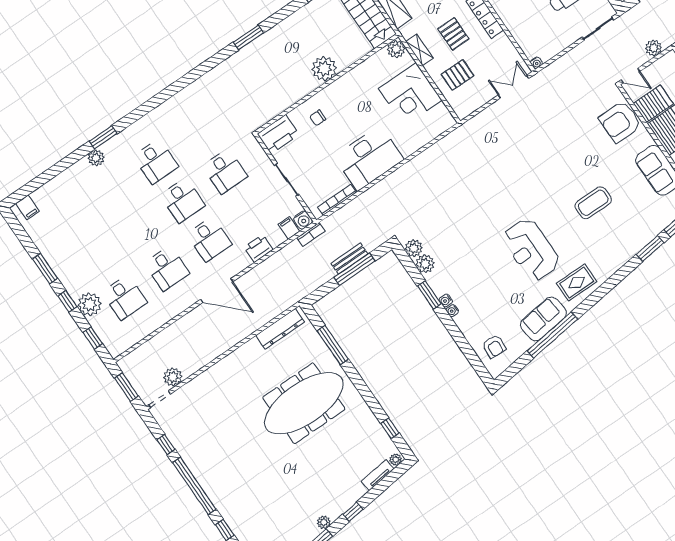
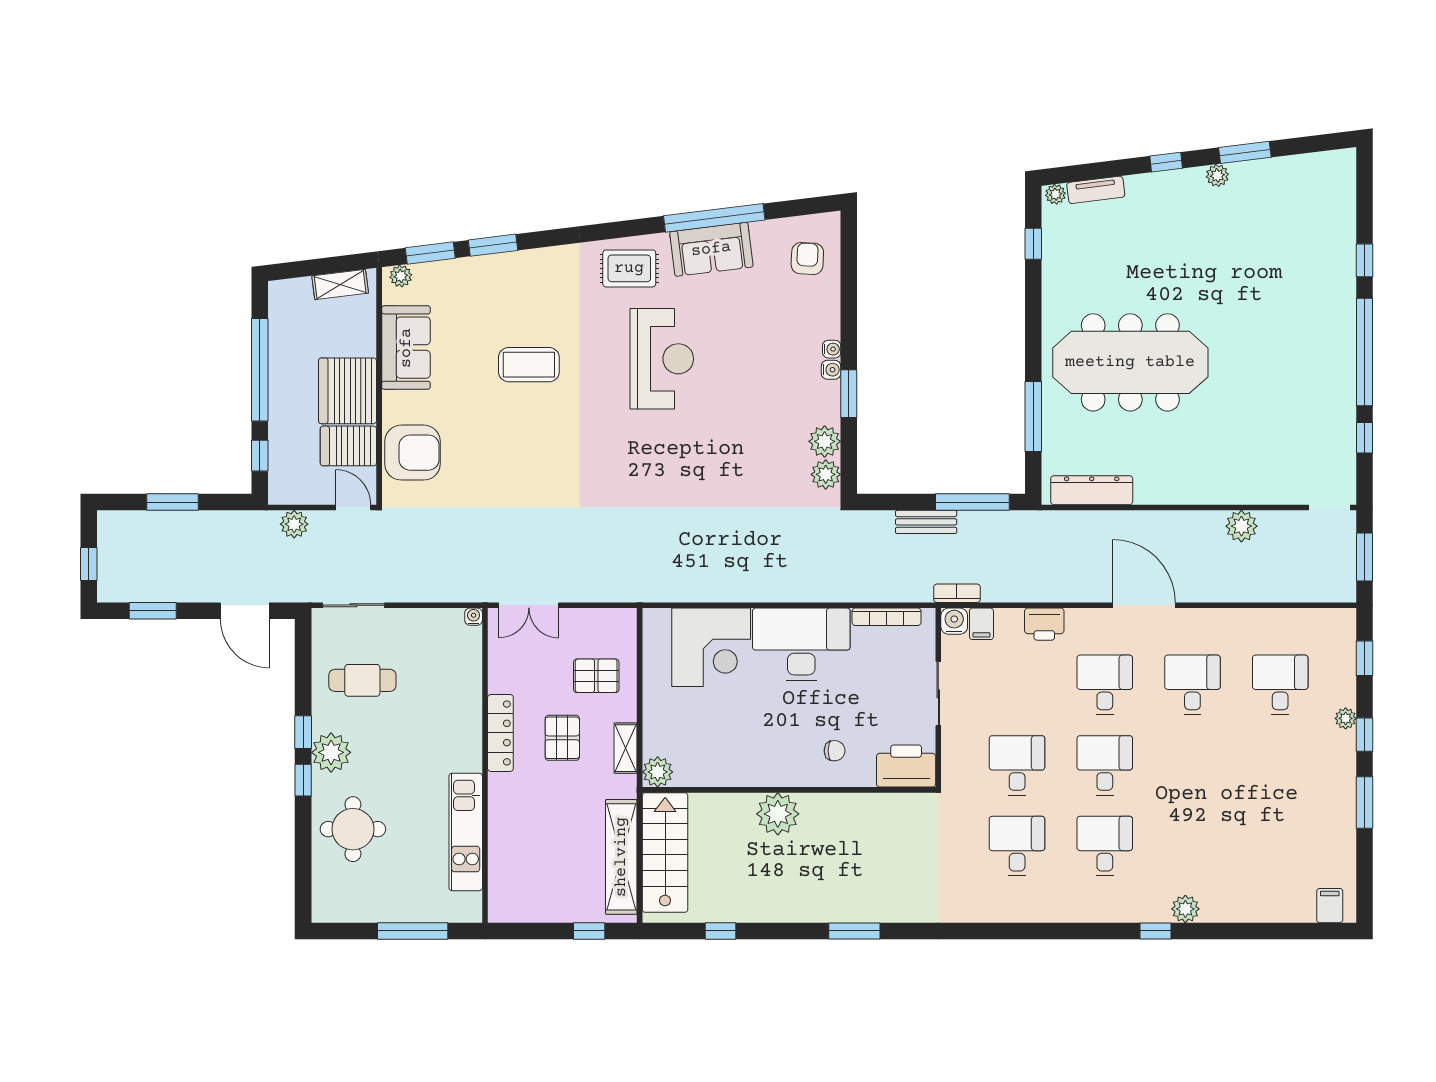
corner desk: (410, 94) -> (711, 647), moved, turned 90
desk: (198, 132) -> (1017, 846), added
window: (103, 137) -> (1155, 931), width x0.67
window: (354, 269) -> (972, 502), moved
plant: (90, 304) -> (1346, 718), width x0.53, depth x0.53
plant: (173, 377) -> (1241, 526), moved

